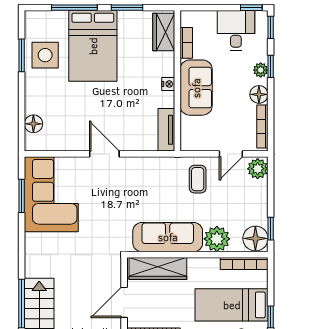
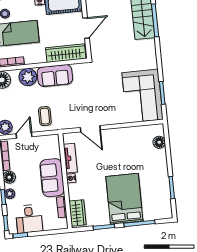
side table: (45, 55) -> (156, 189), removed
tv unit: (166, 130) -> (70, 158), moved
door: (104, 154) -> (90, 129), moved
sofa: (168, 237) -> (55, 76), width x0.73

